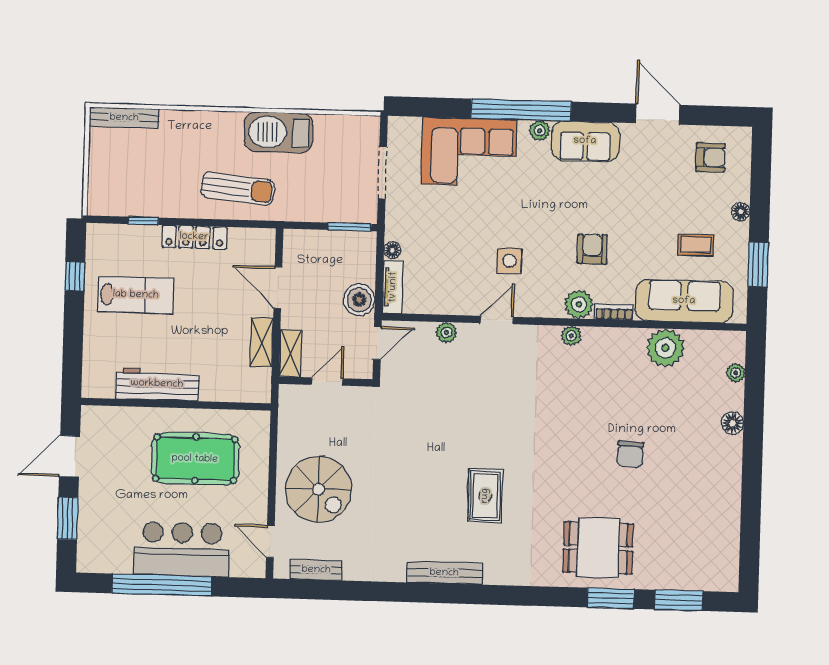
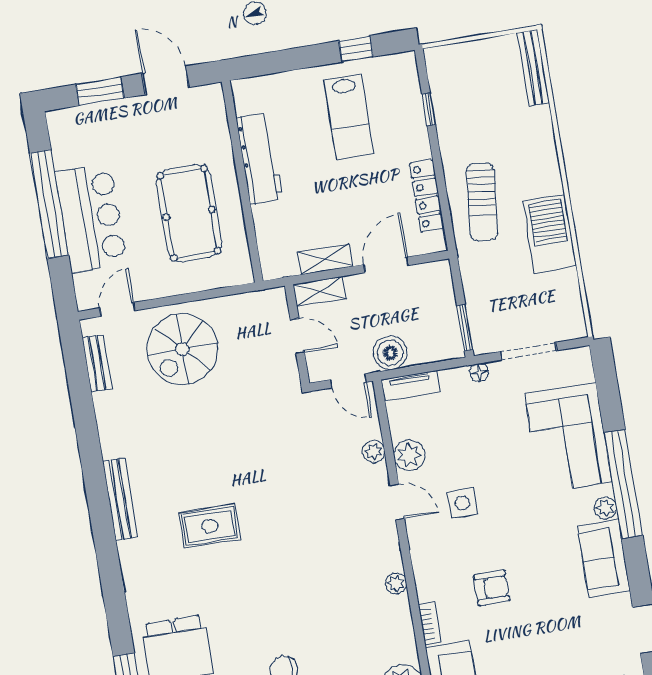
locker: (194, 237) -> (427, 196), moved
floor lamp: (392, 250) -> (479, 373), moved
plant: (579, 304) -> (409, 455), moved

